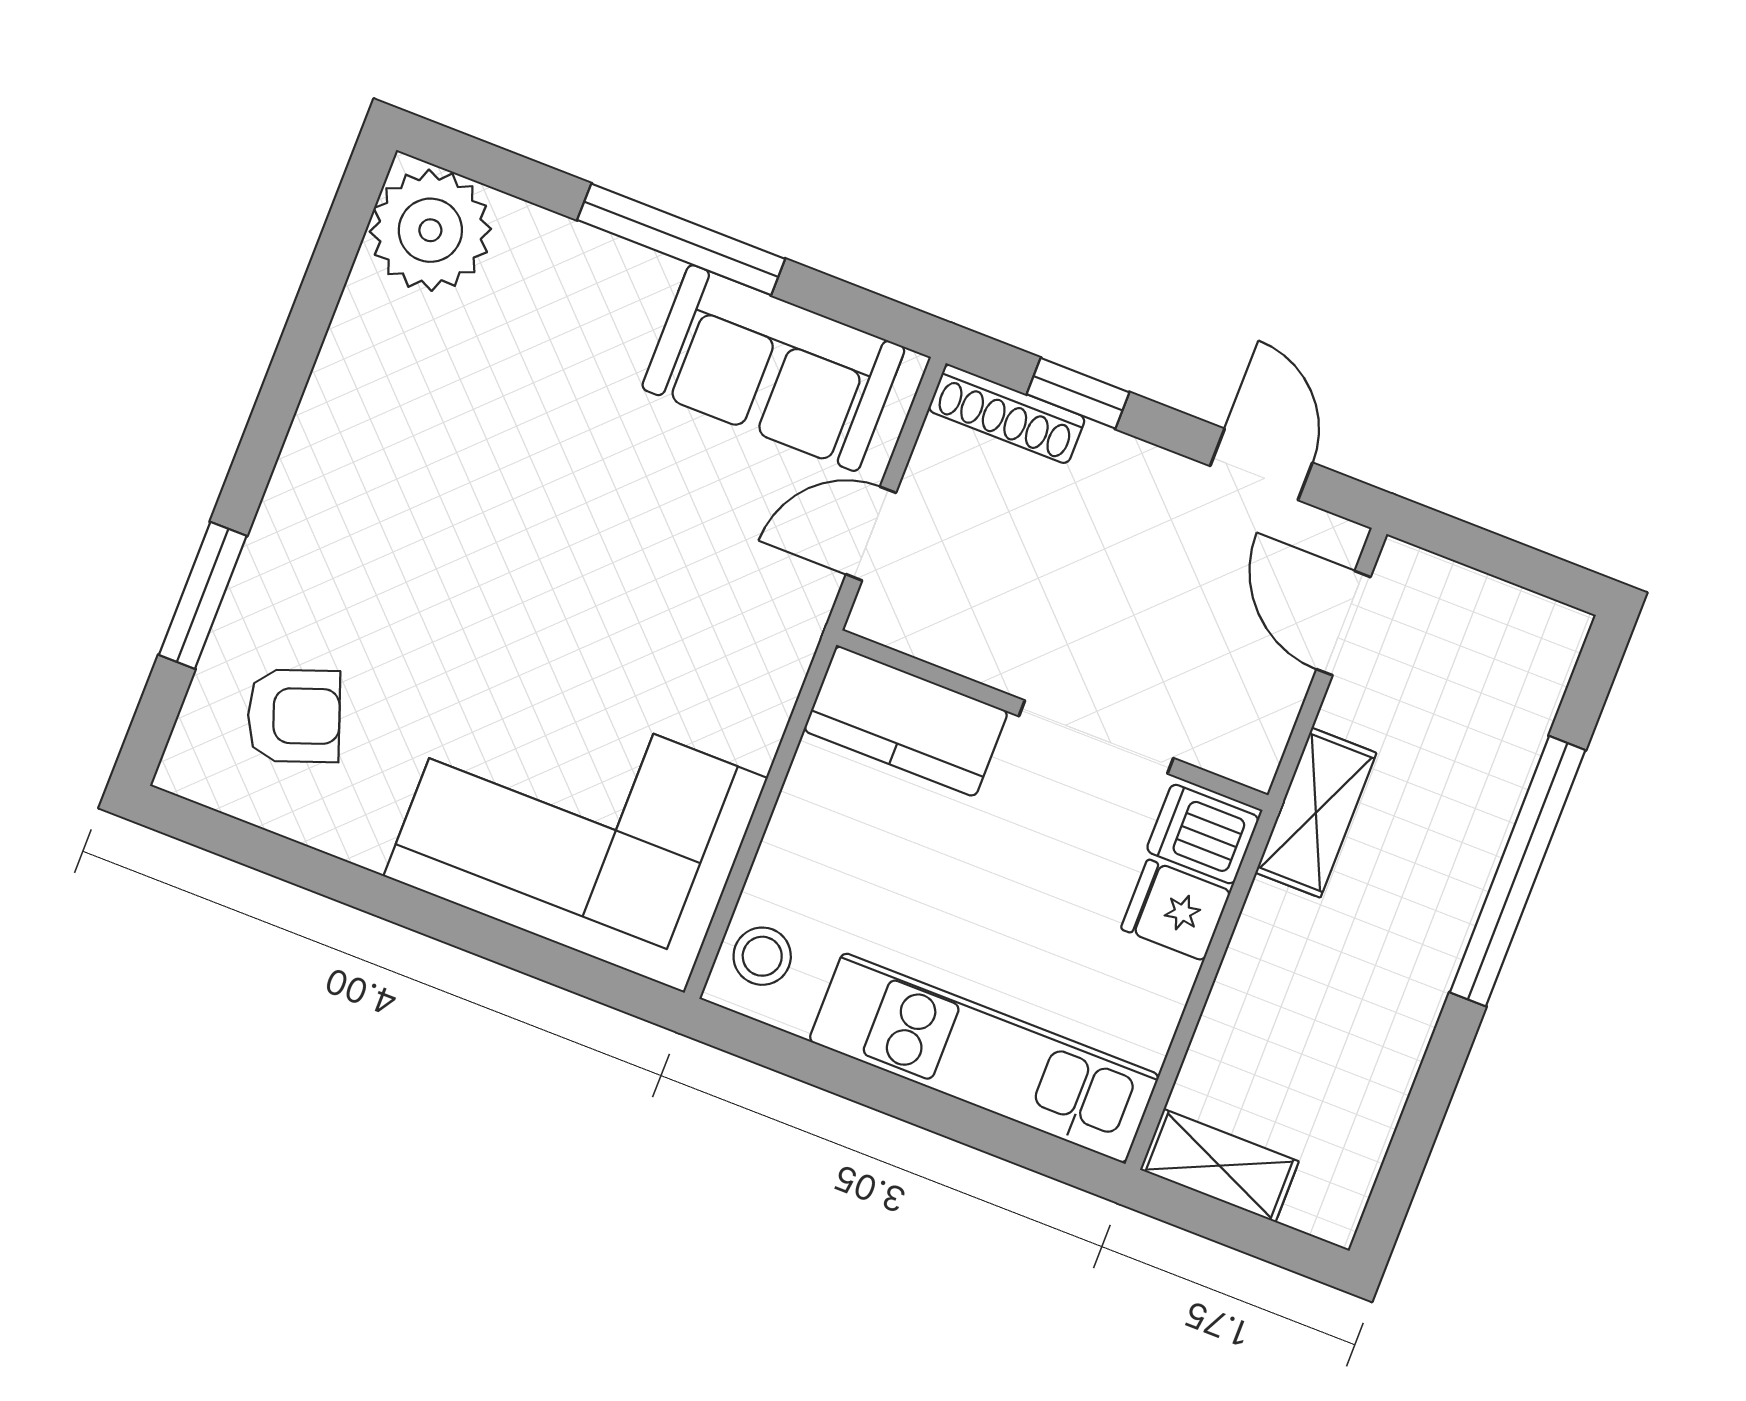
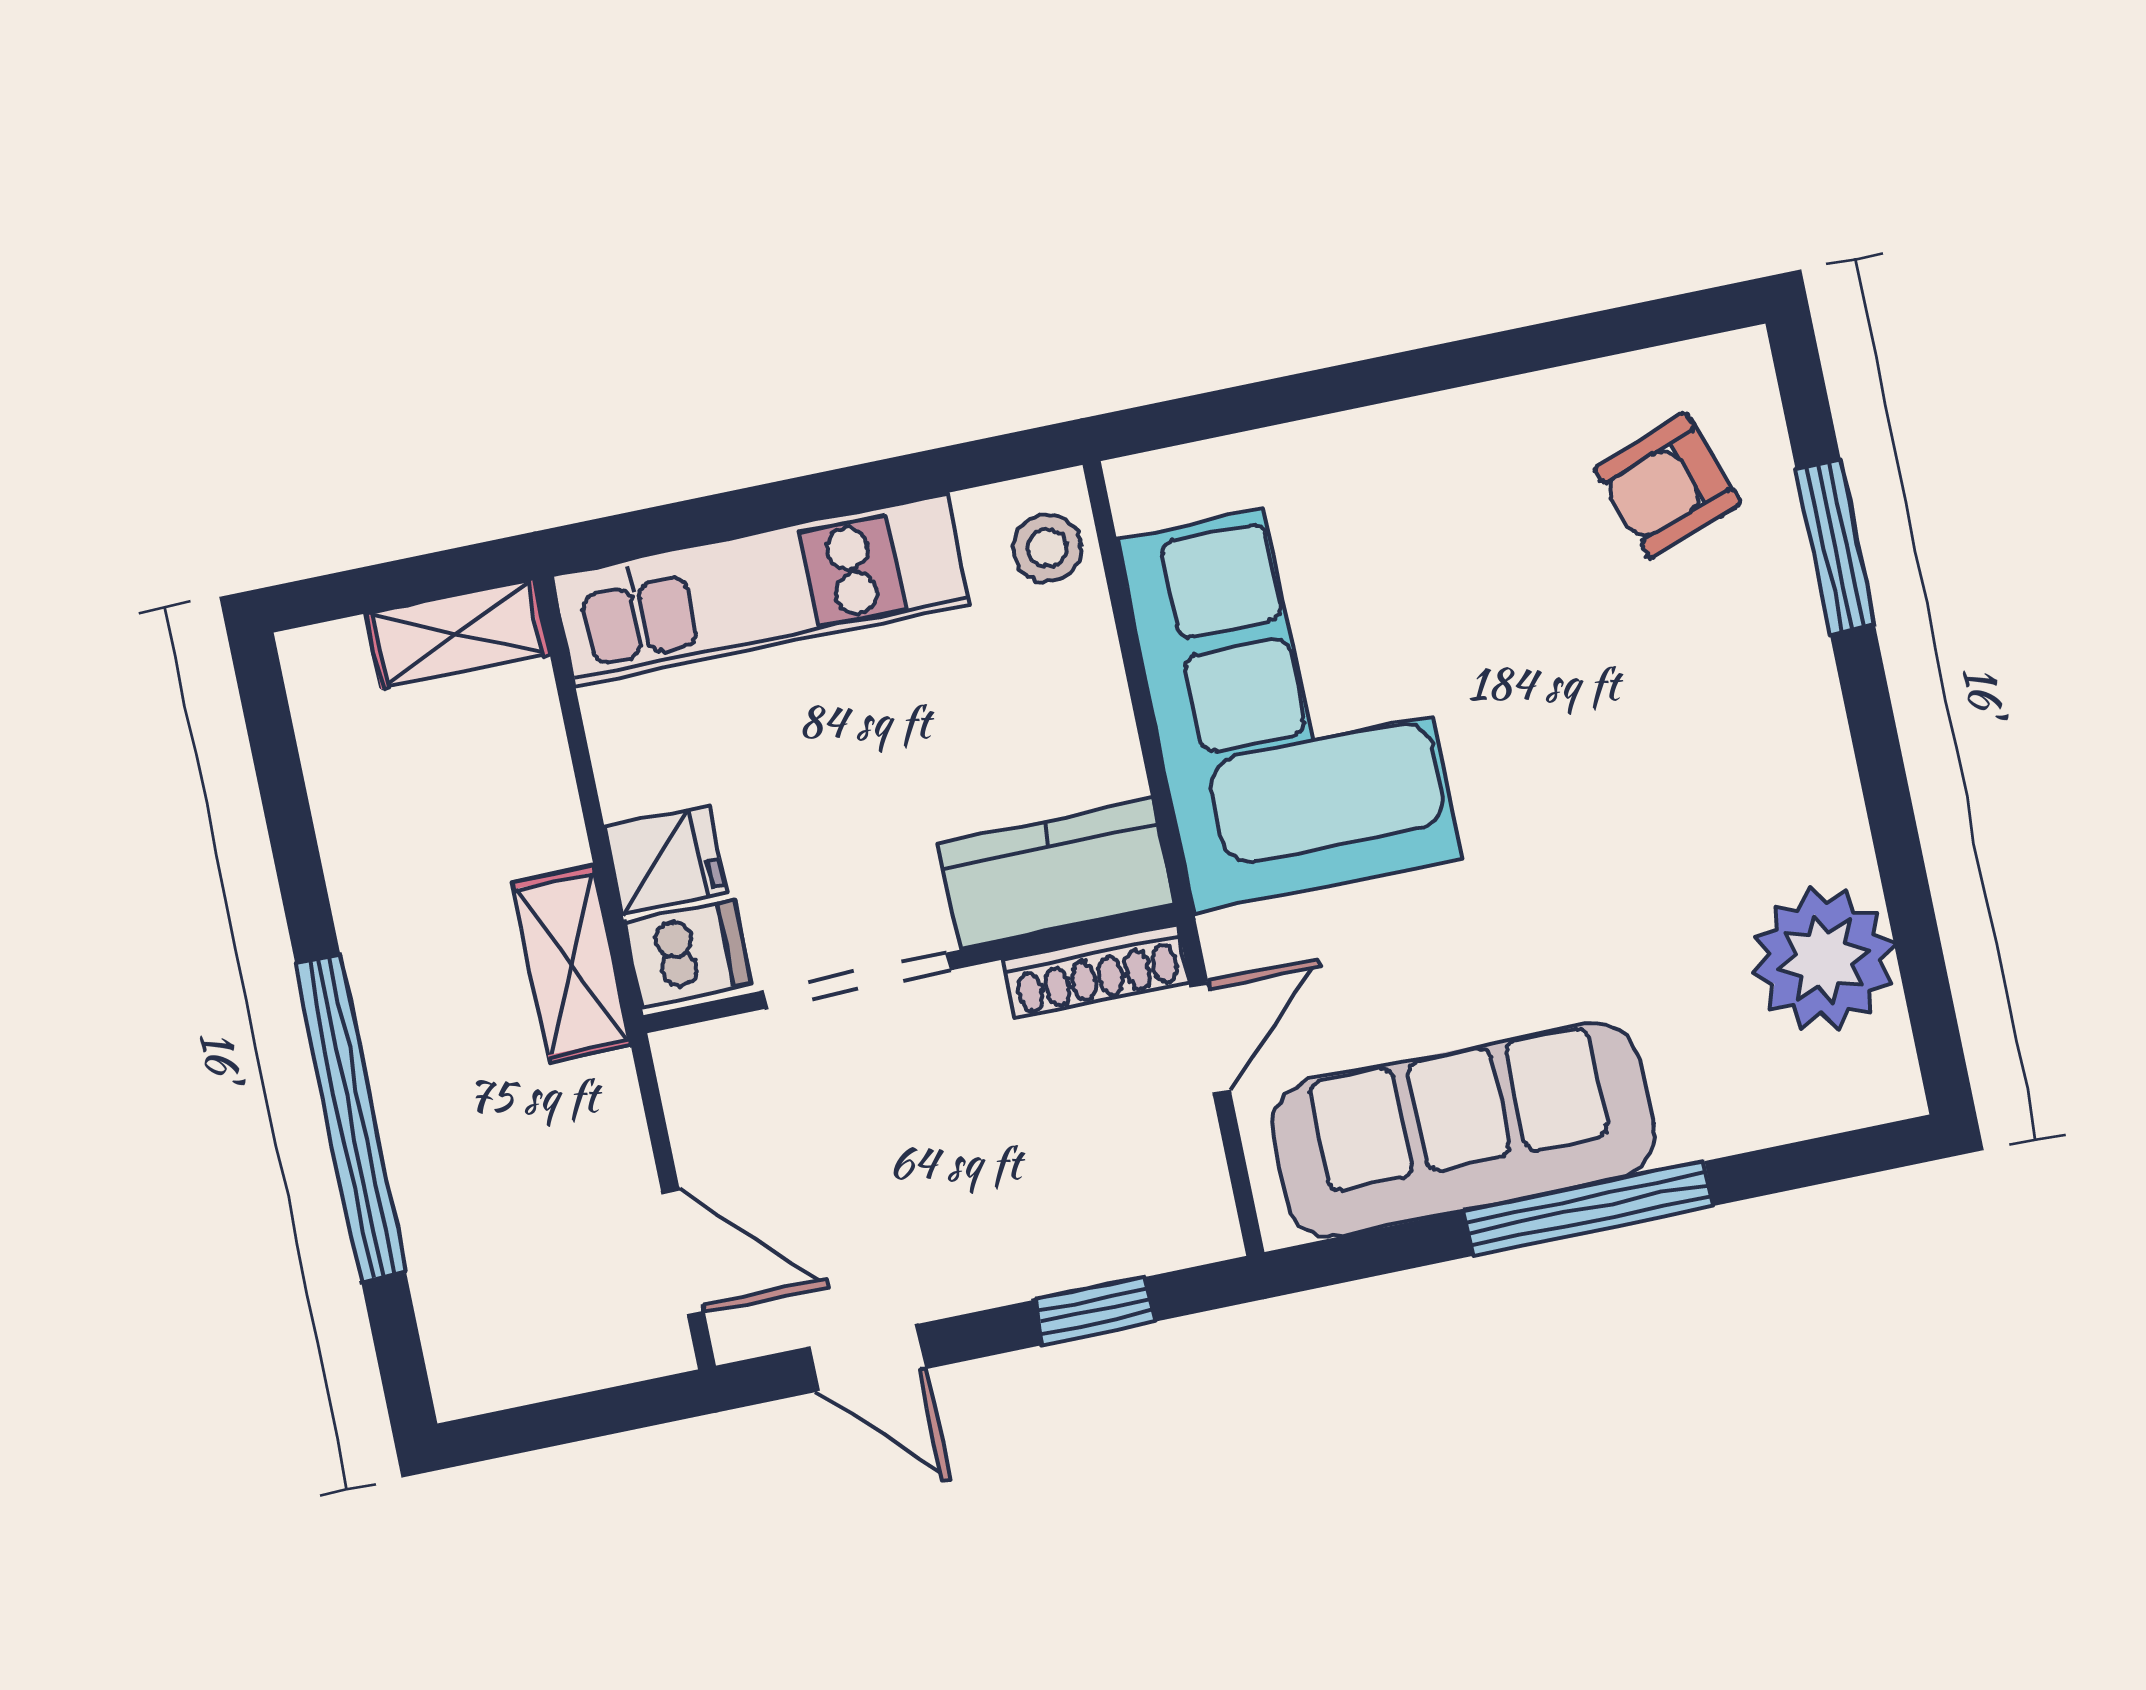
plant: (430, 230) -> (1824, 959), moved
sofa: (773, 368) -> (1463, 1130), width x1.36
shoe rack: (1007, 414) -> (1096, 971), moved, turned 180
shelving: (1316, 813) -> (572, 964), moved
corner sofa: (576, 827) -> (1289, 699), moved, turned -90

